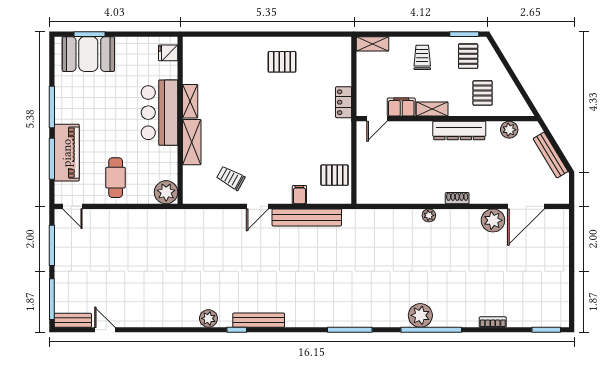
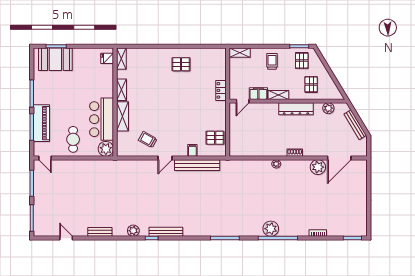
shelving: (190, 53) -> (121, 59), added
bar counter: (159, 113) -> (102, 119), moved
bench: (73, 320) -> (100, 232), moved

